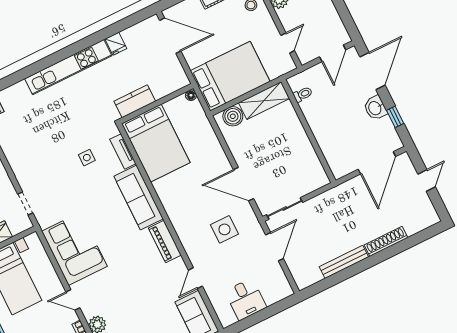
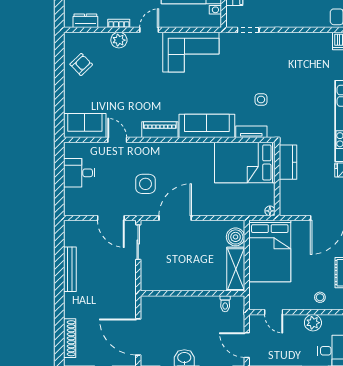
shoe rack: (386, 241) -> (70, 338), moved

